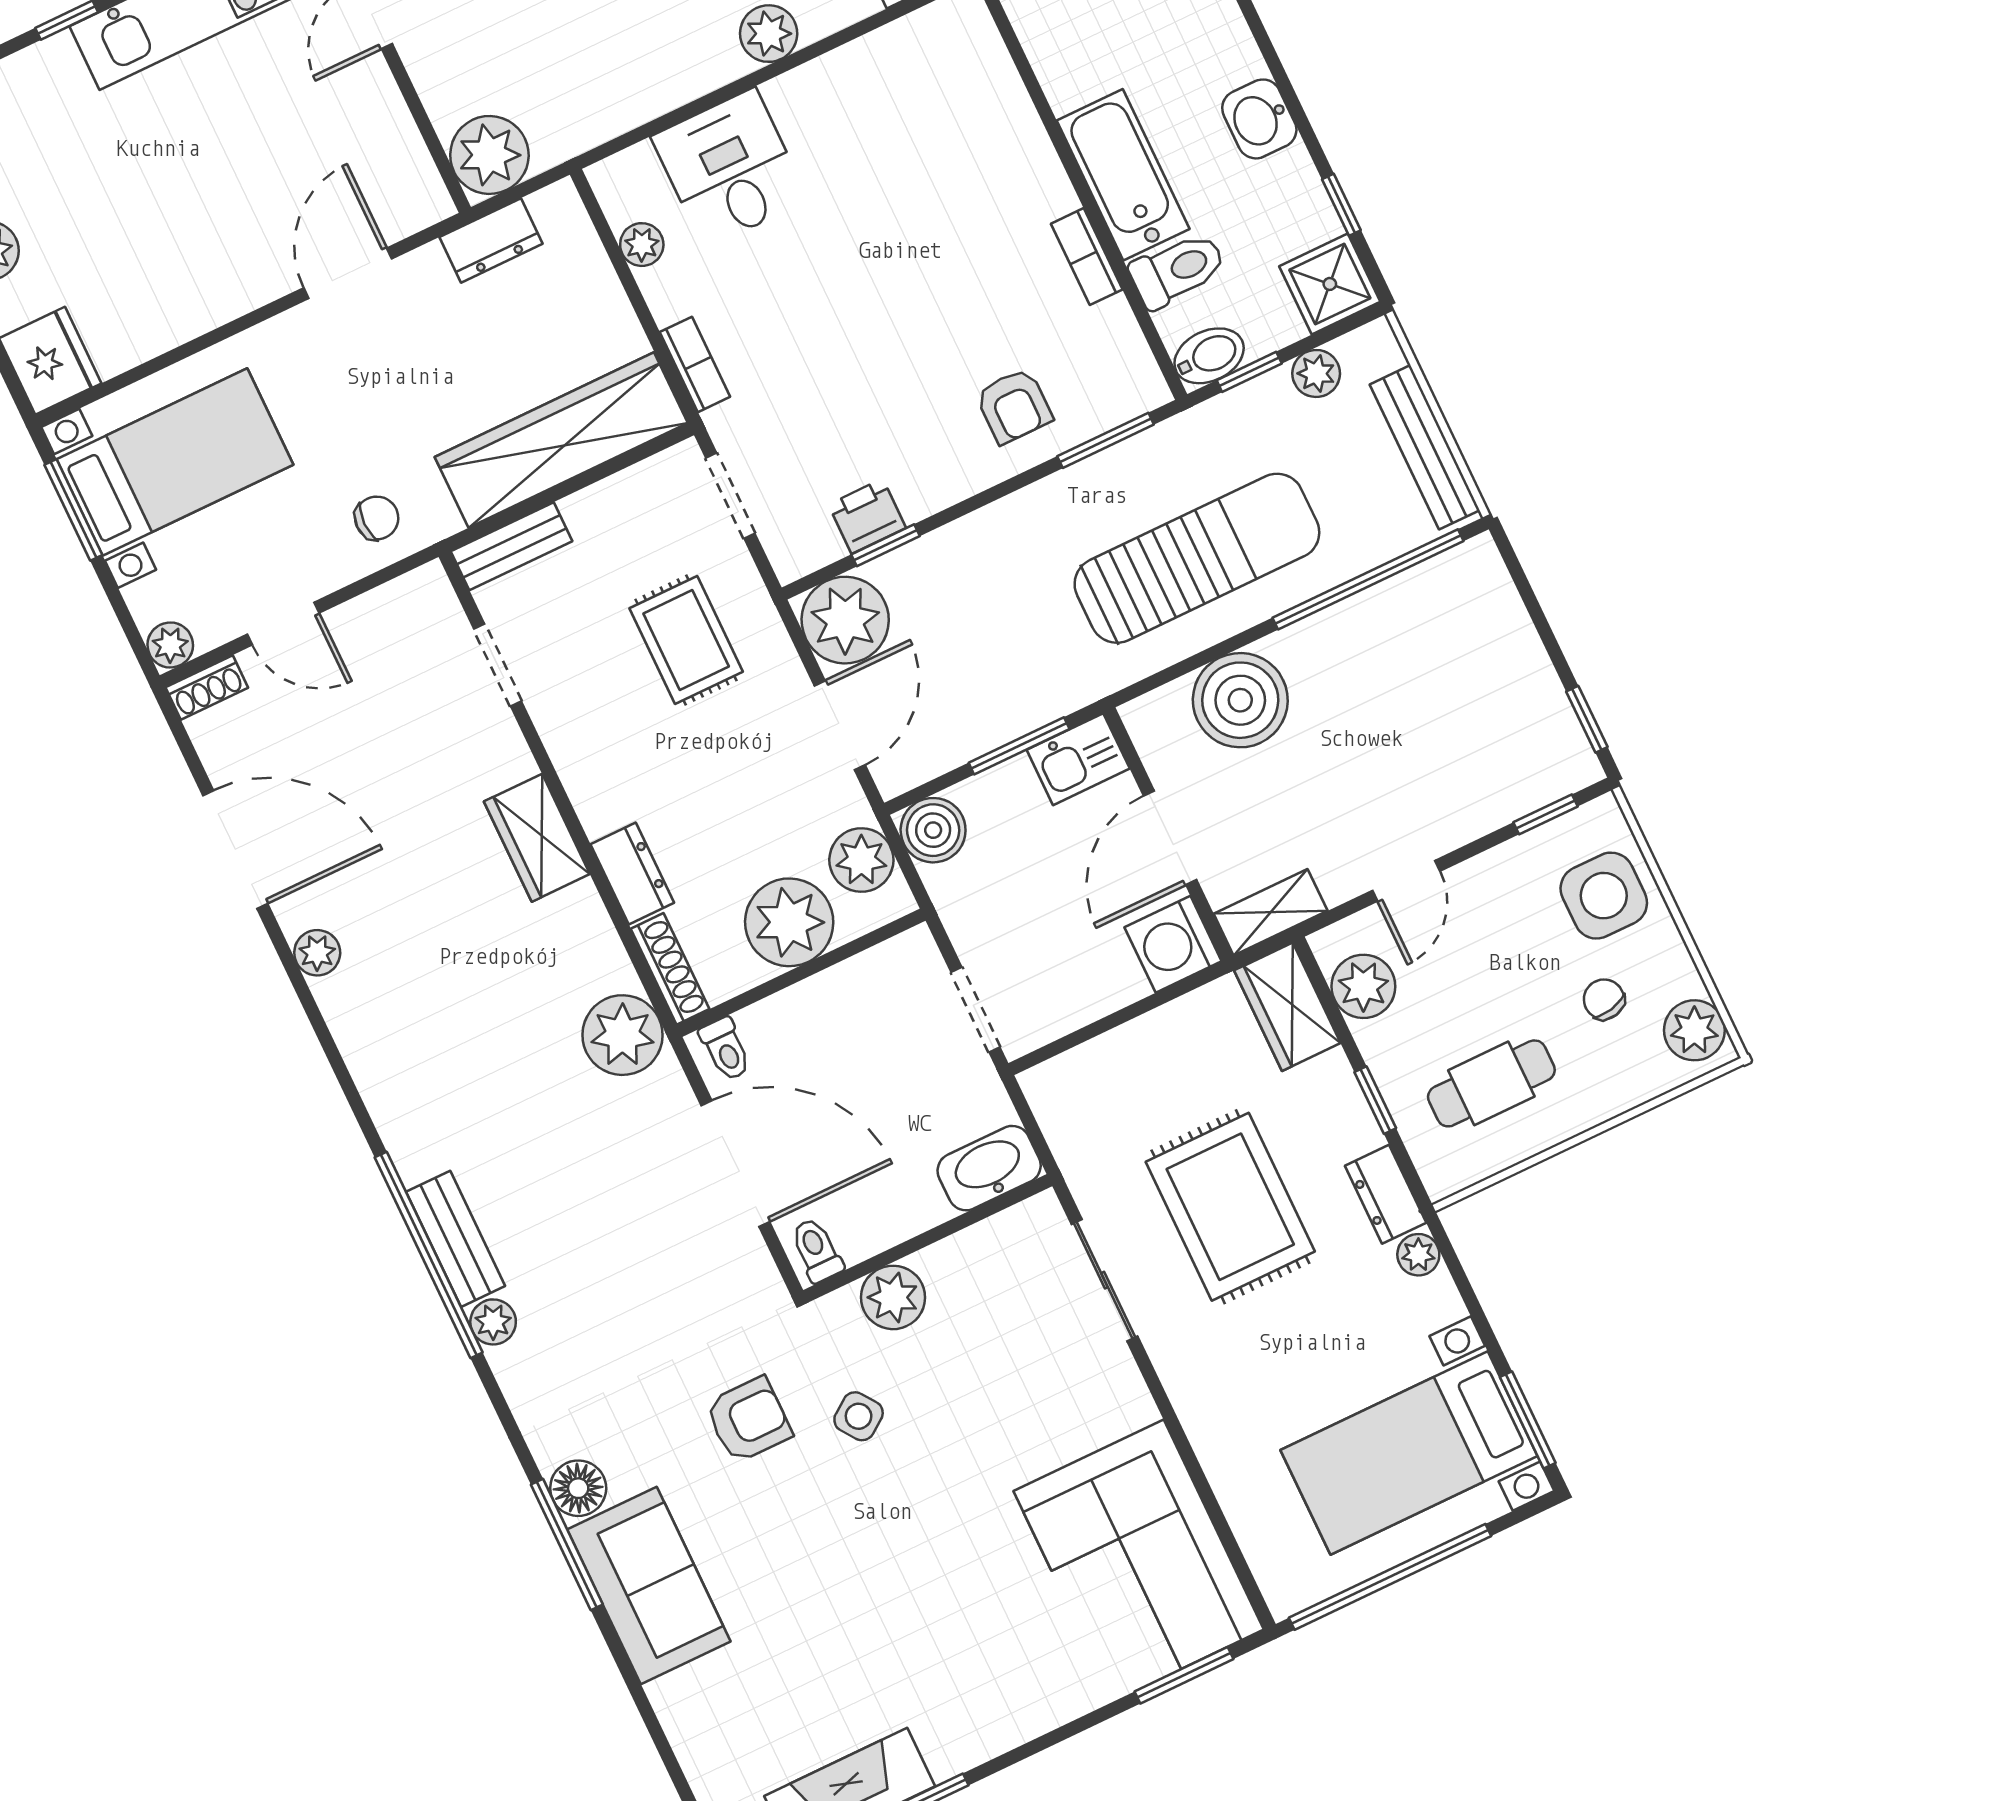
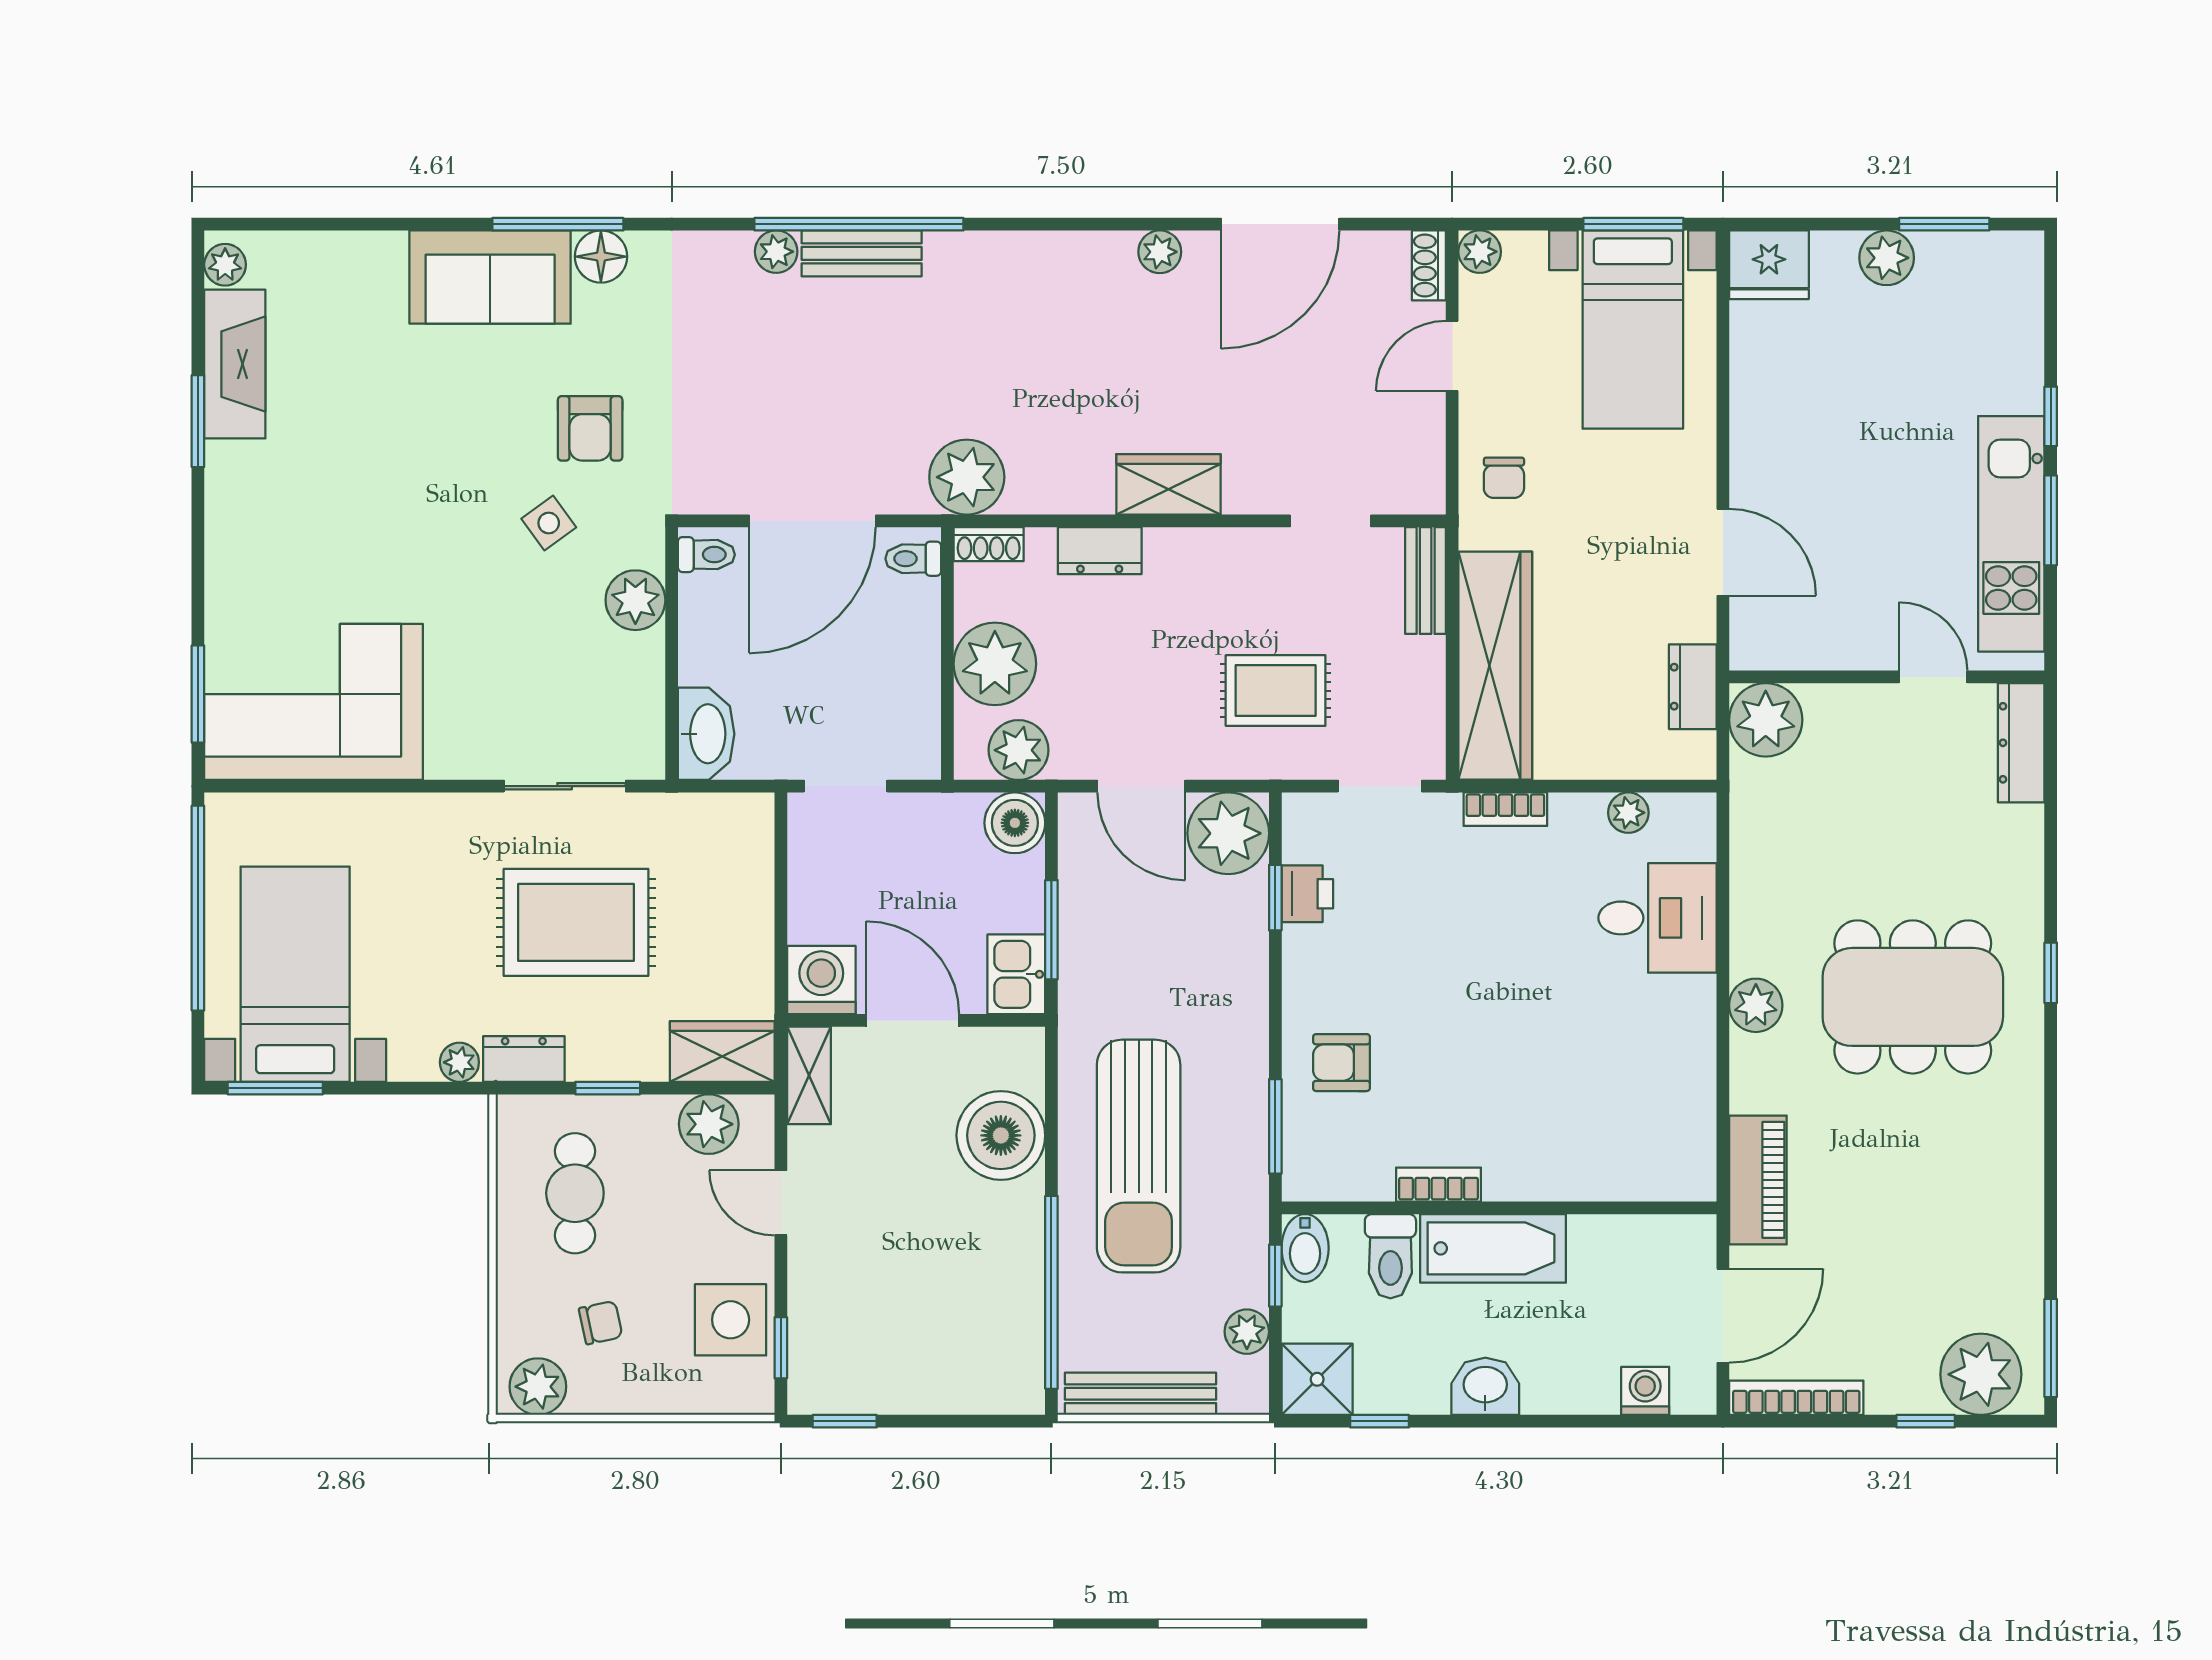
side table: (1604, 896) -> (731, 1320), moved
shoe rack: (670, 969) -> (989, 544), width x0.70

